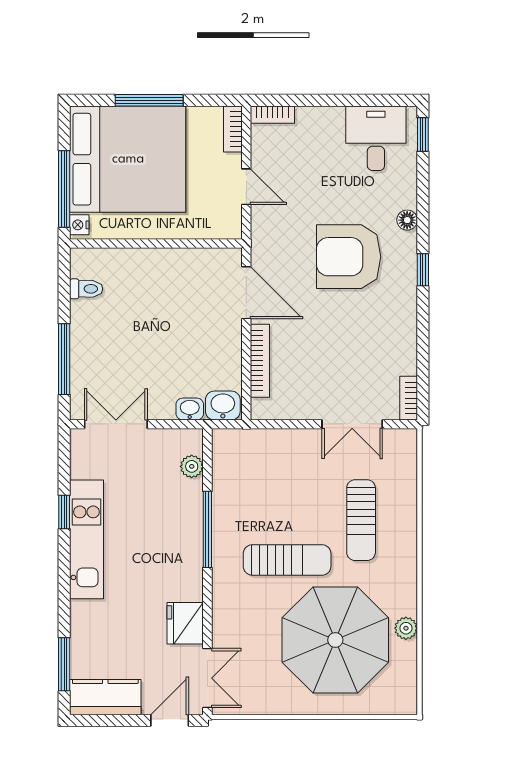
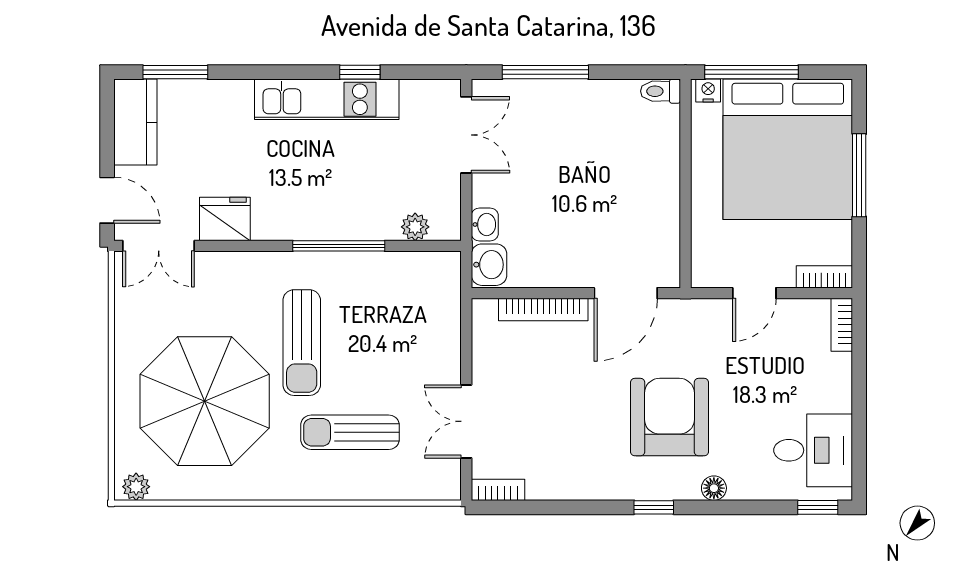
toilet: (86, 289) -> (660, 91), moved, turned 90
plant: (406, 628) -> (136, 487), moved

